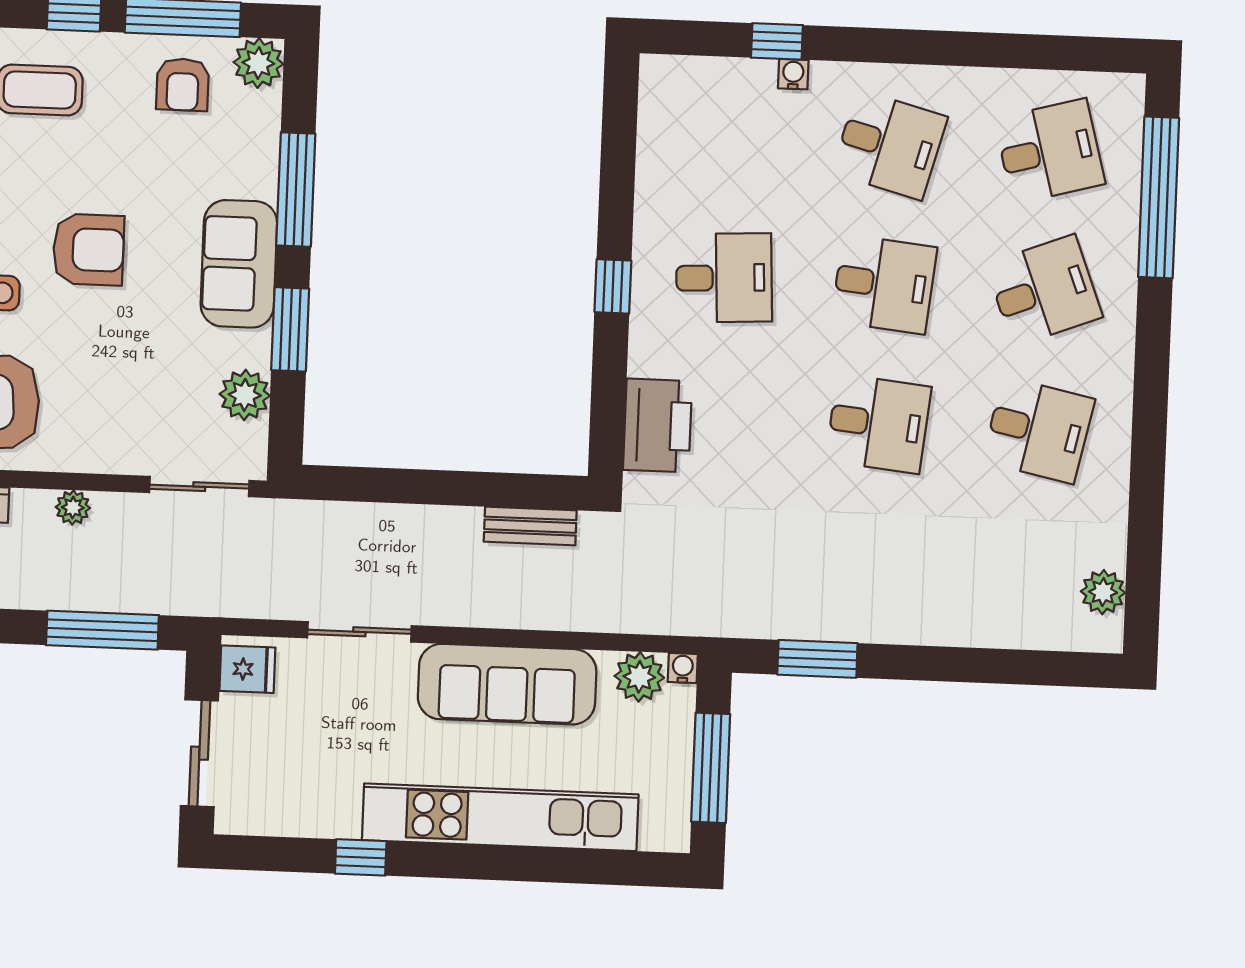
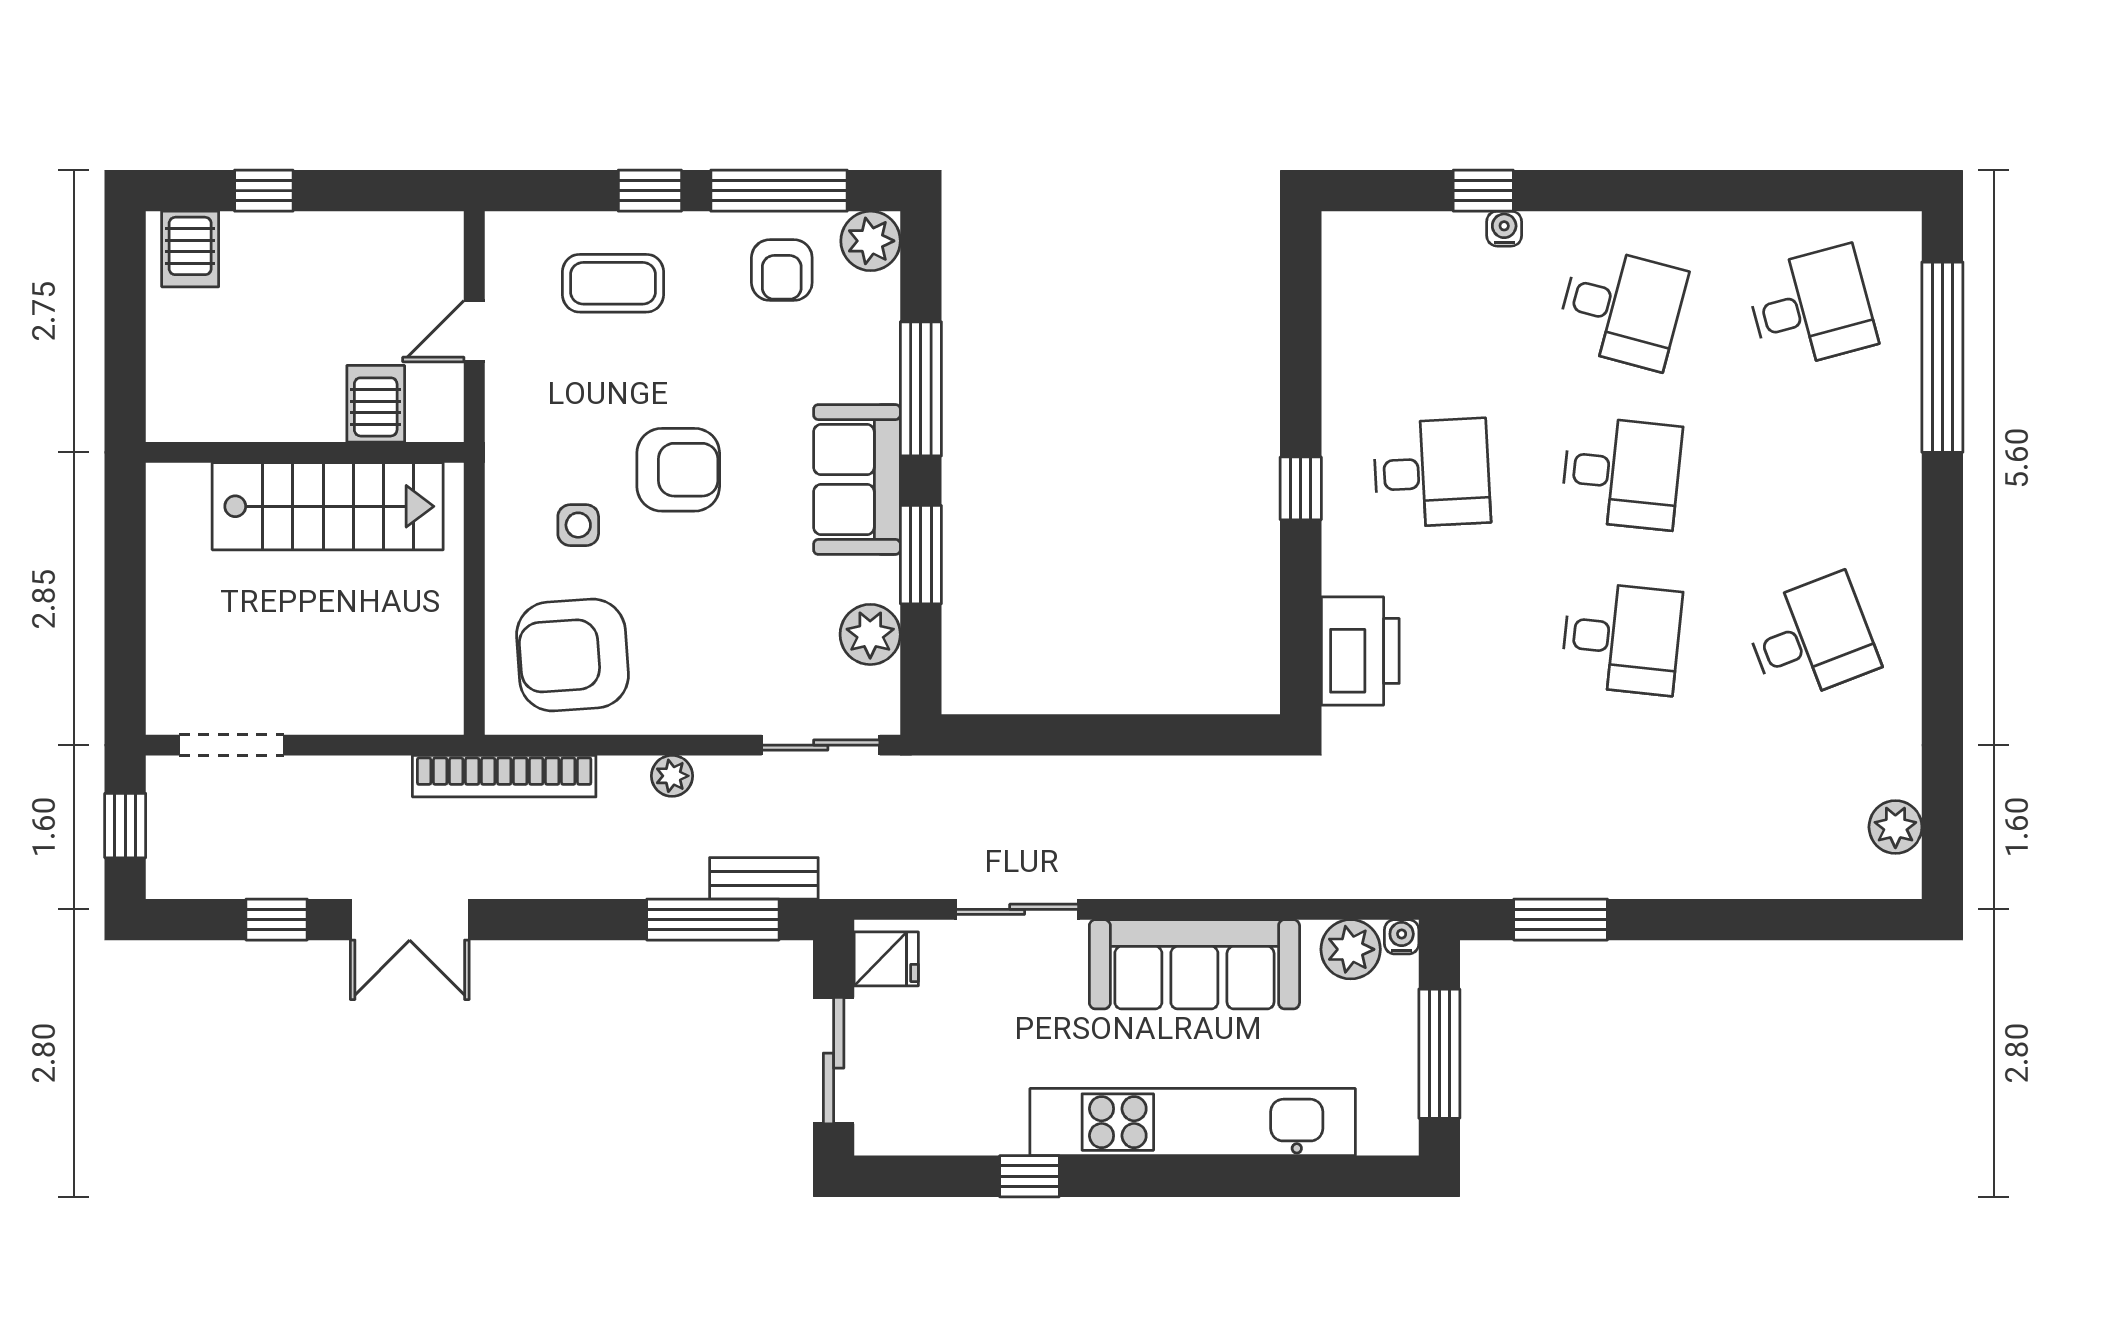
desk: (1044, 291) -> (1811, 473), removed
desk: (1038, 430) -> (1811, 638), turned -33
bench: (530, 526) -> (764, 878), moved

